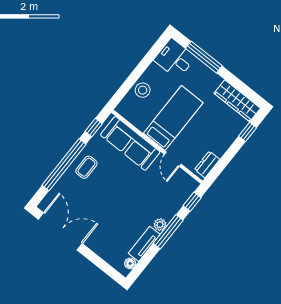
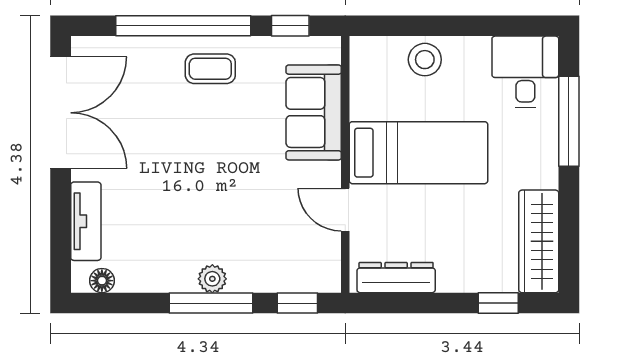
sofa: (130, 143) -> (314, 112), width x0.73
door: (173, 159) -> (345, 210), hinge flipped
dresser: (207, 164) -> (396, 278), width x1.44
tv unit: (144, 244) -> (86, 221), moved, turned 90

